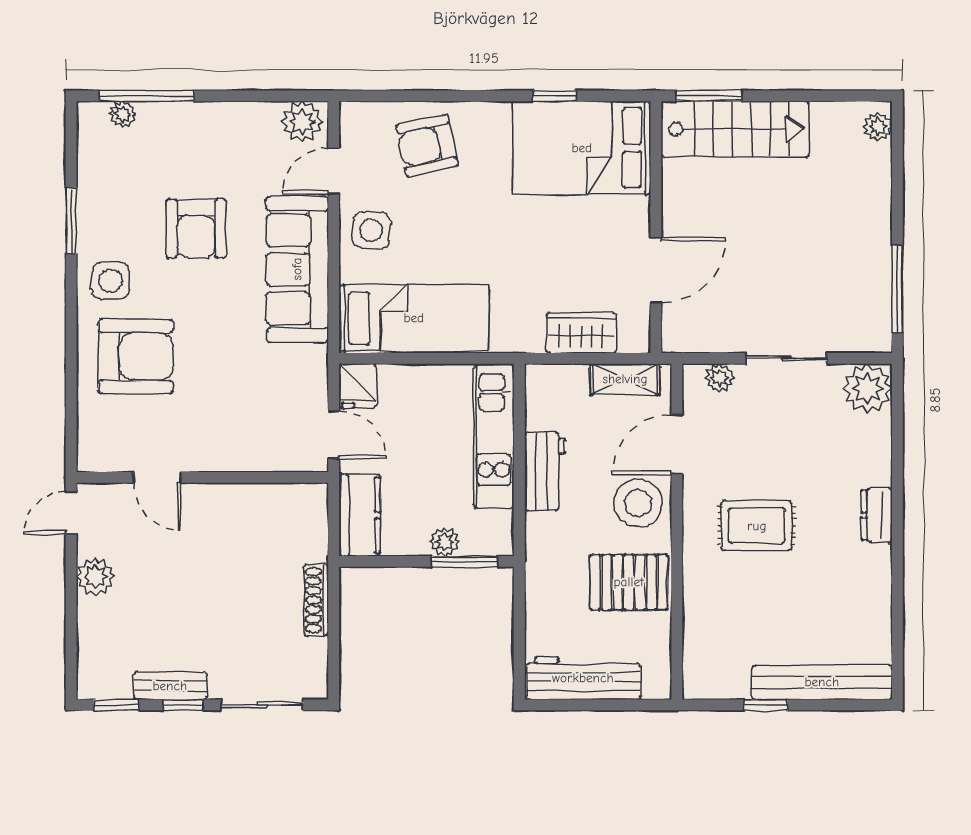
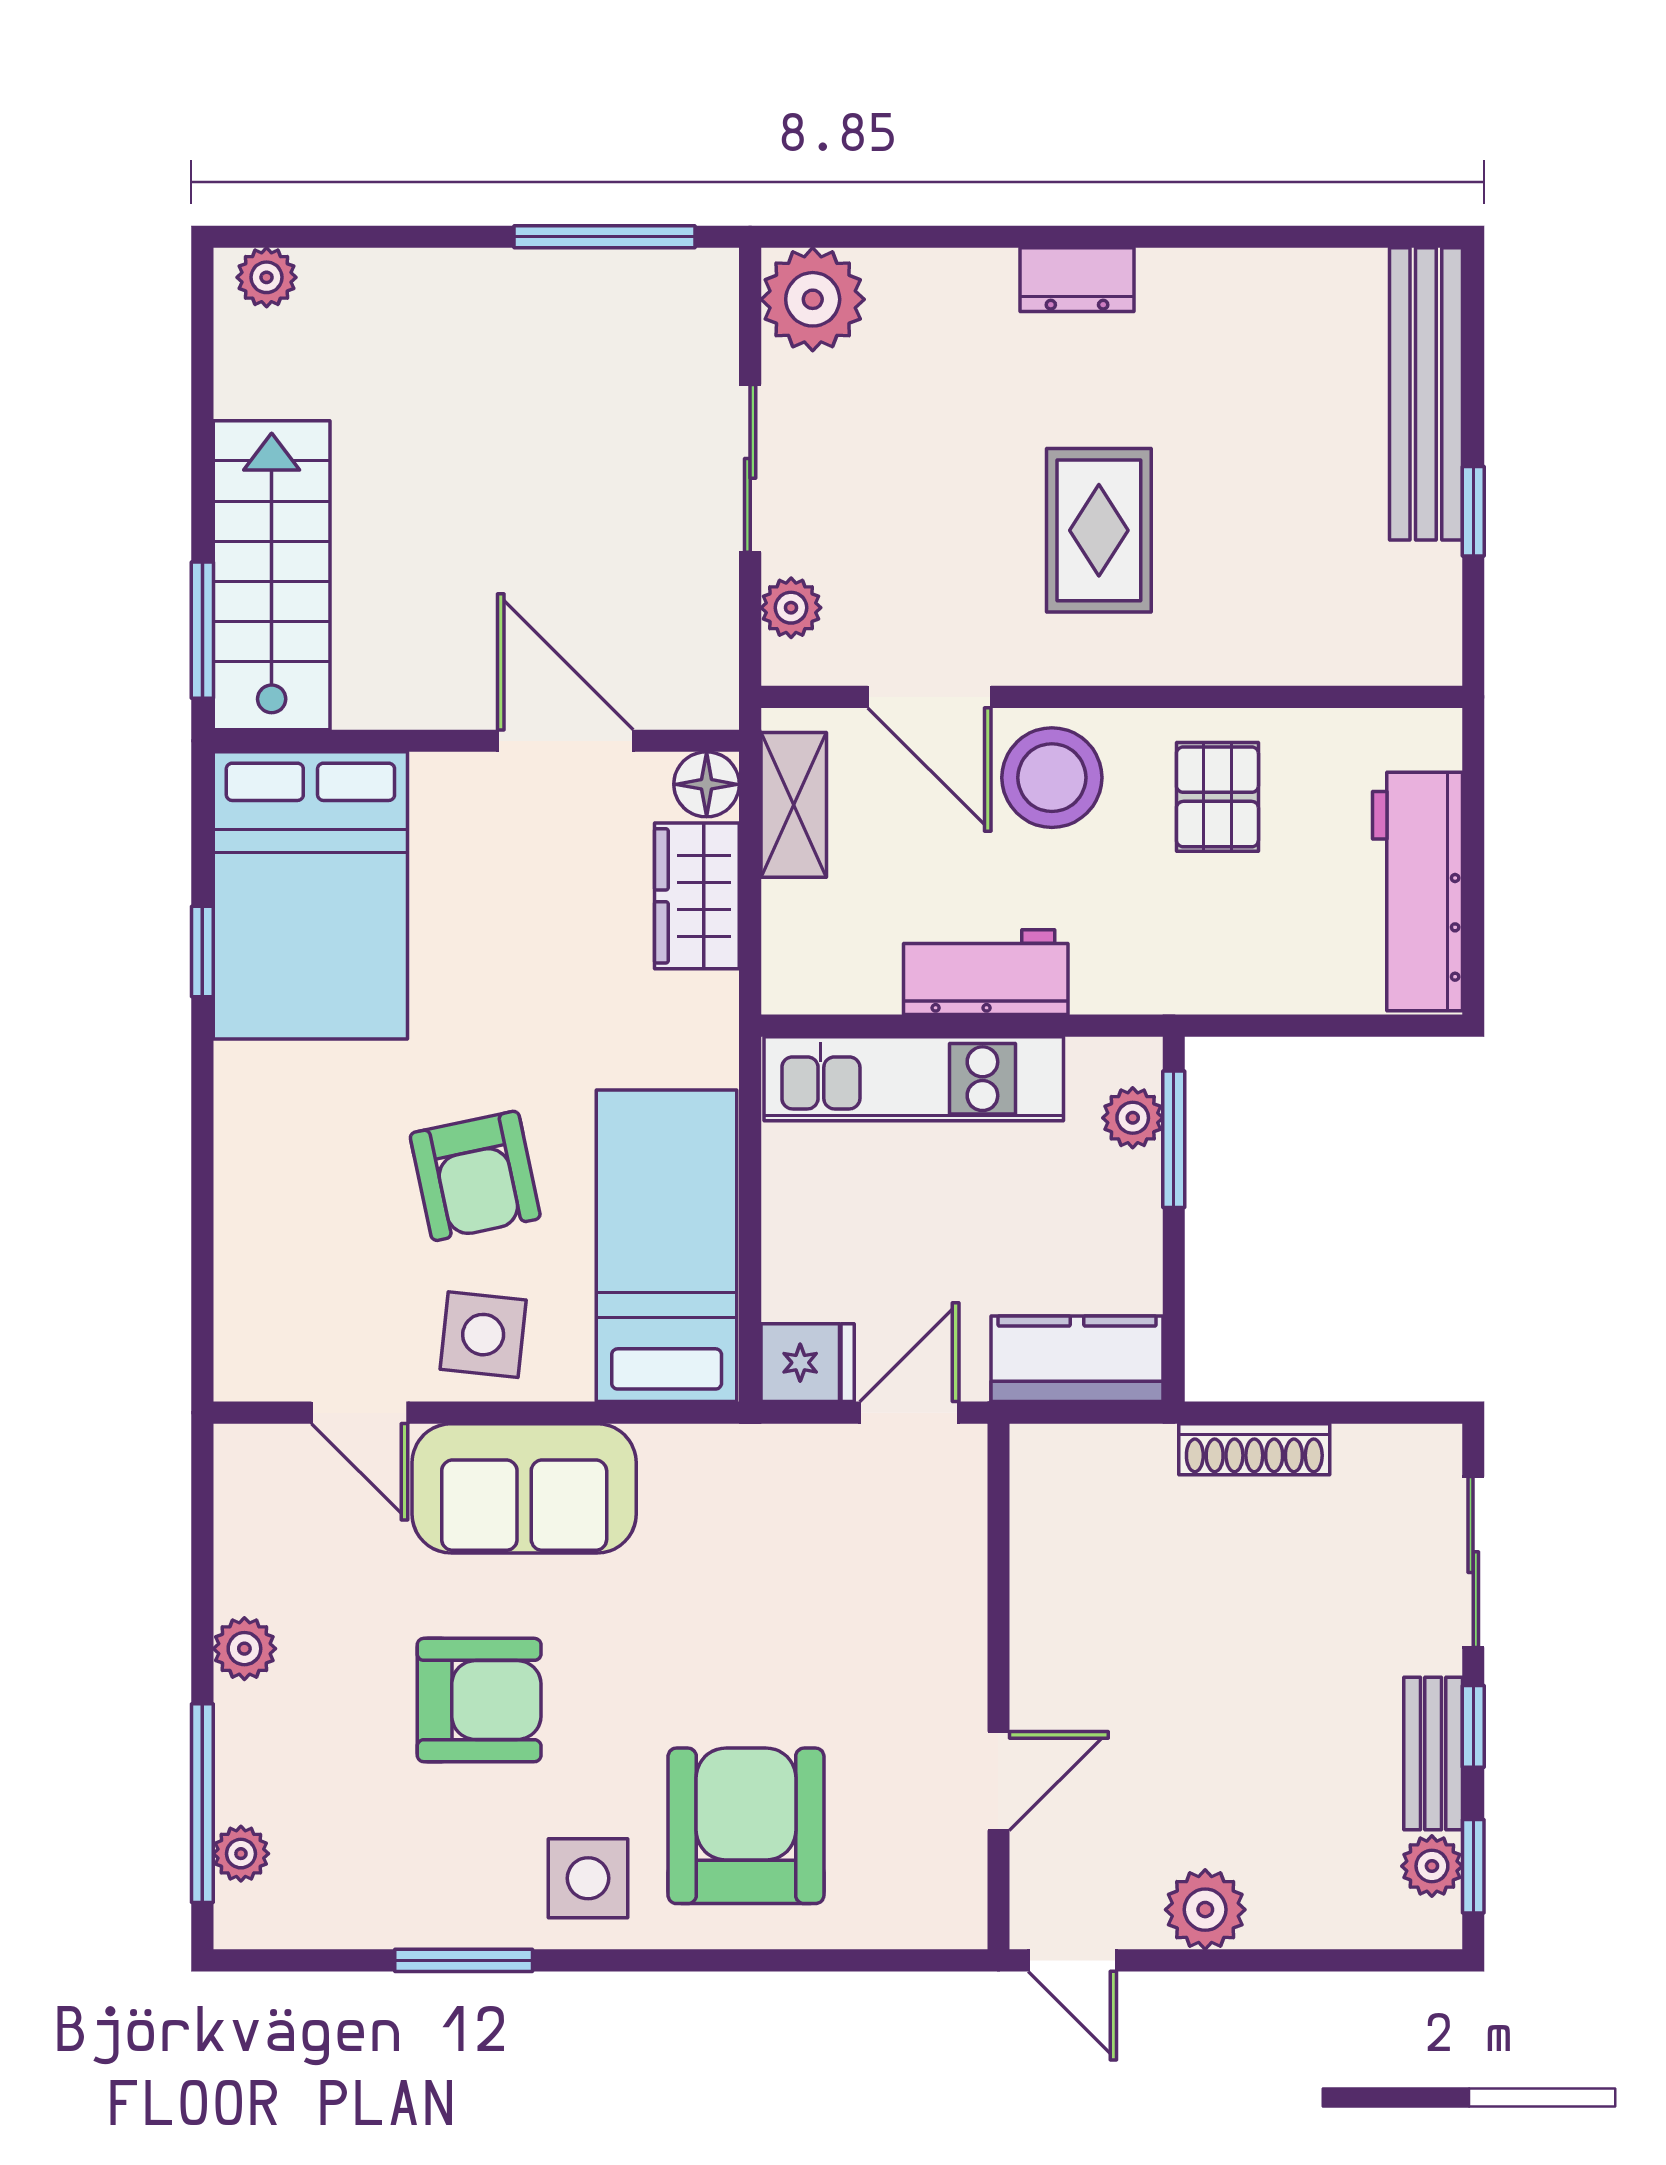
plant: (302, 122) -> (244, 1649), moved, width x0.73, depth x0.73
armchair: (427, 145) -> (475, 1176), moved
sofa: (297, 269) -> (524, 1488), width x0.73
floor lamp: (635, 337) -> (707, 784), added
plant: (445, 542) -> (1133, 1118), moved
pallet: (629, 582) -> (1217, 797), width x0.67, depth x0.71
plant: (116, 685) -> (1432, 1866), added

